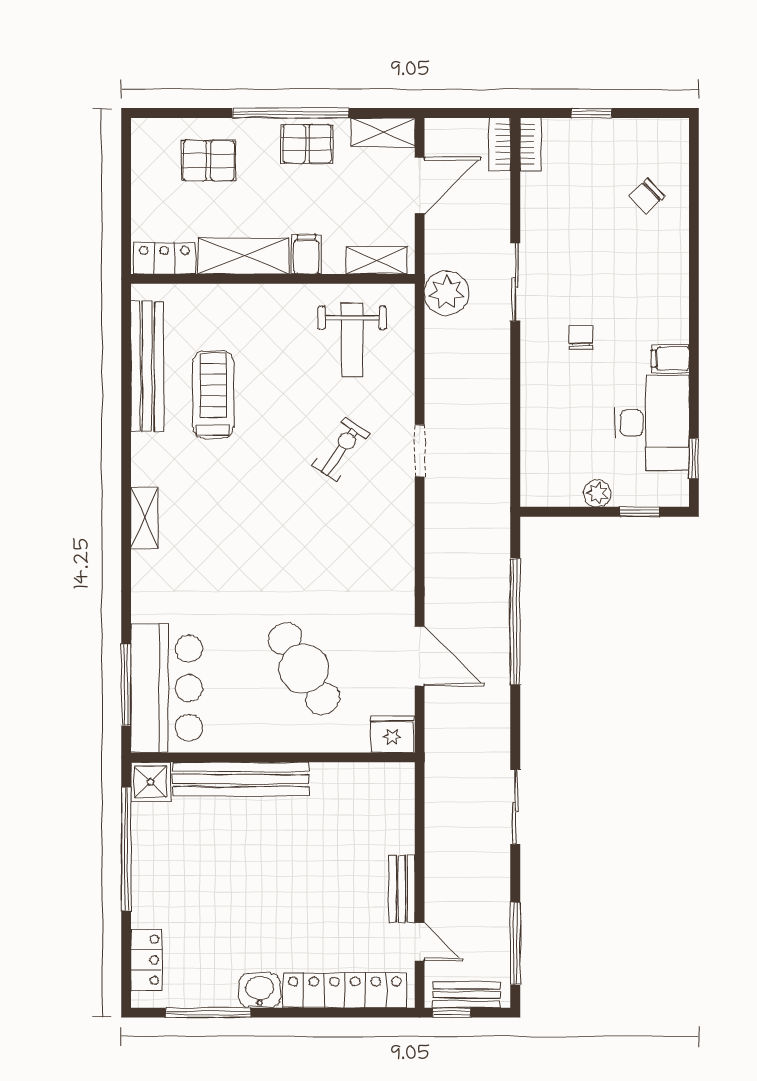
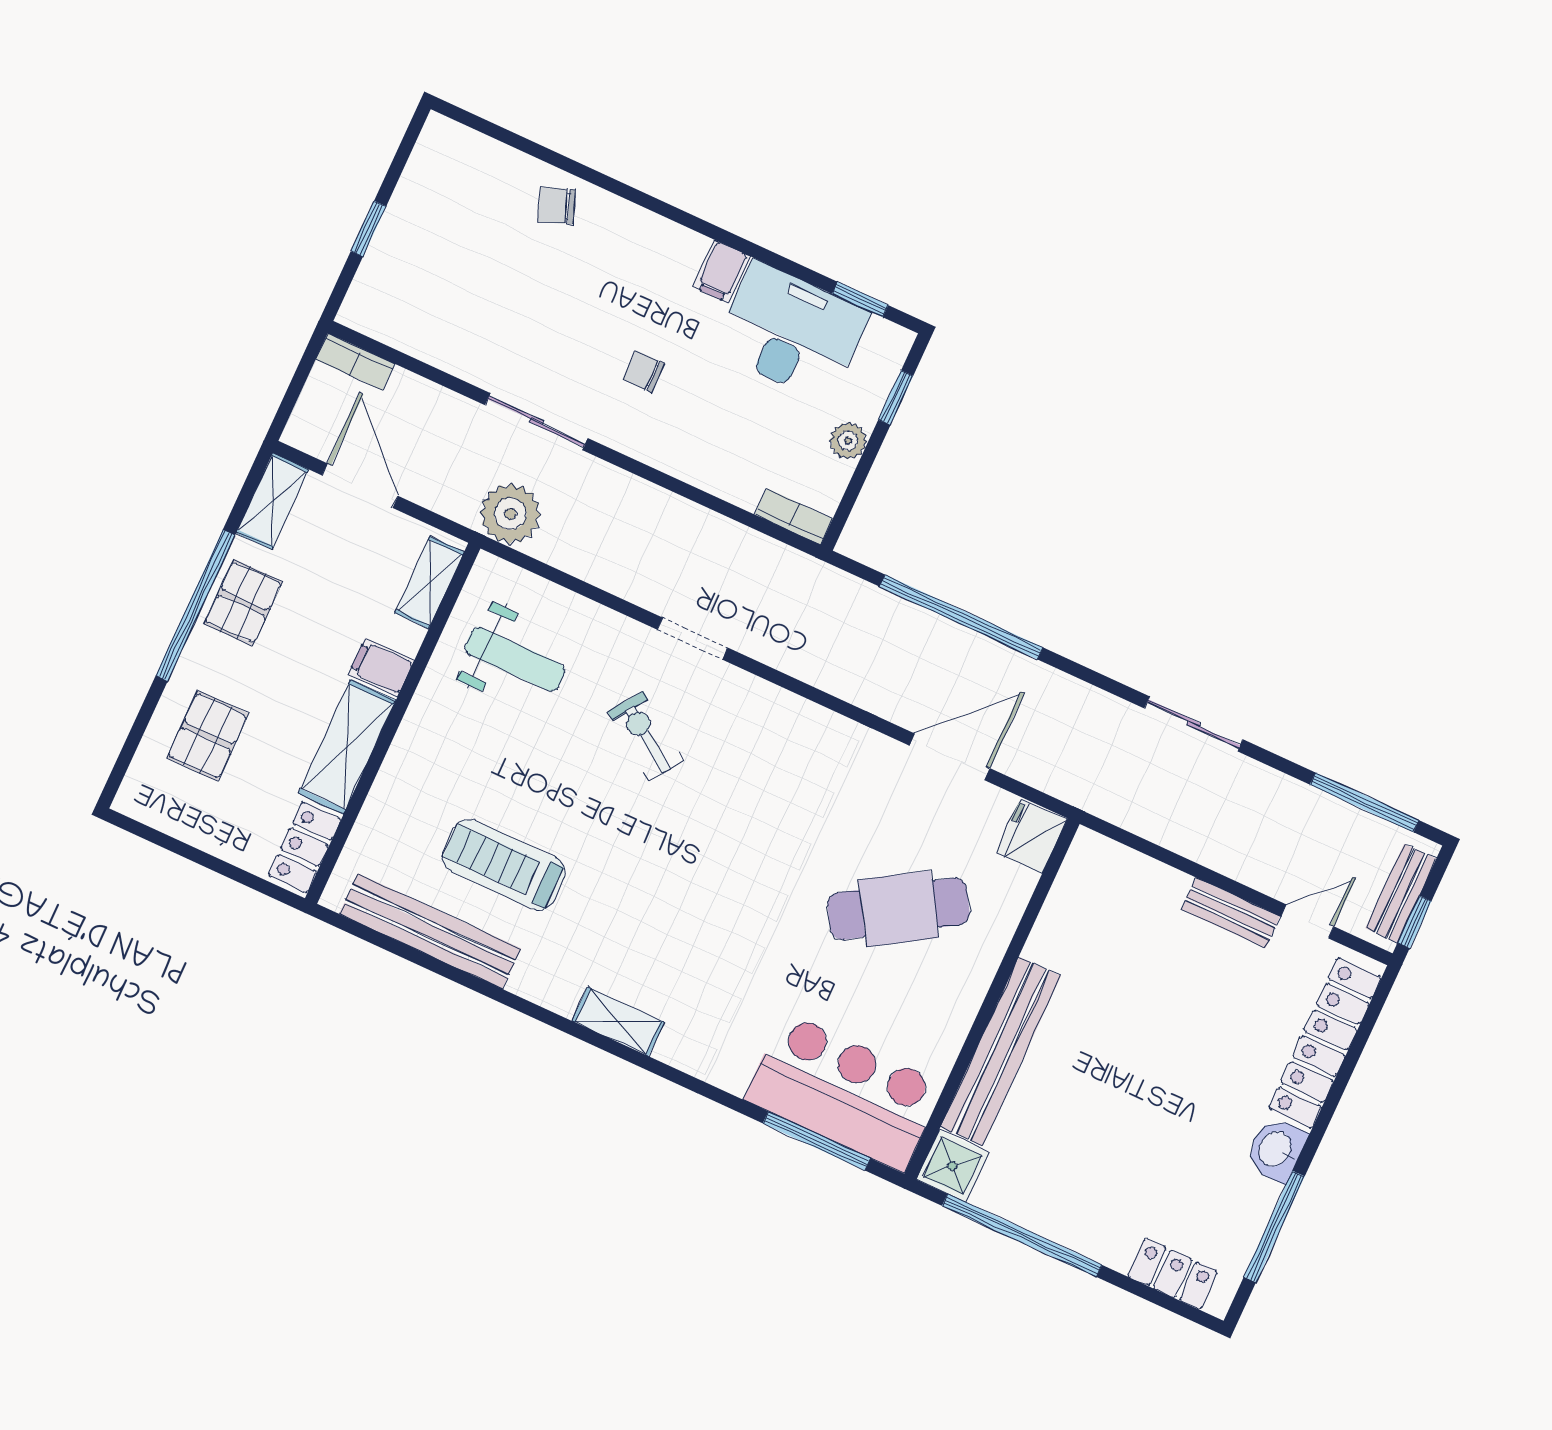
bookcase: (531, 144) -> (794, 517), moved
chair: (647, 196) -> (557, 206), moved, turned 114

